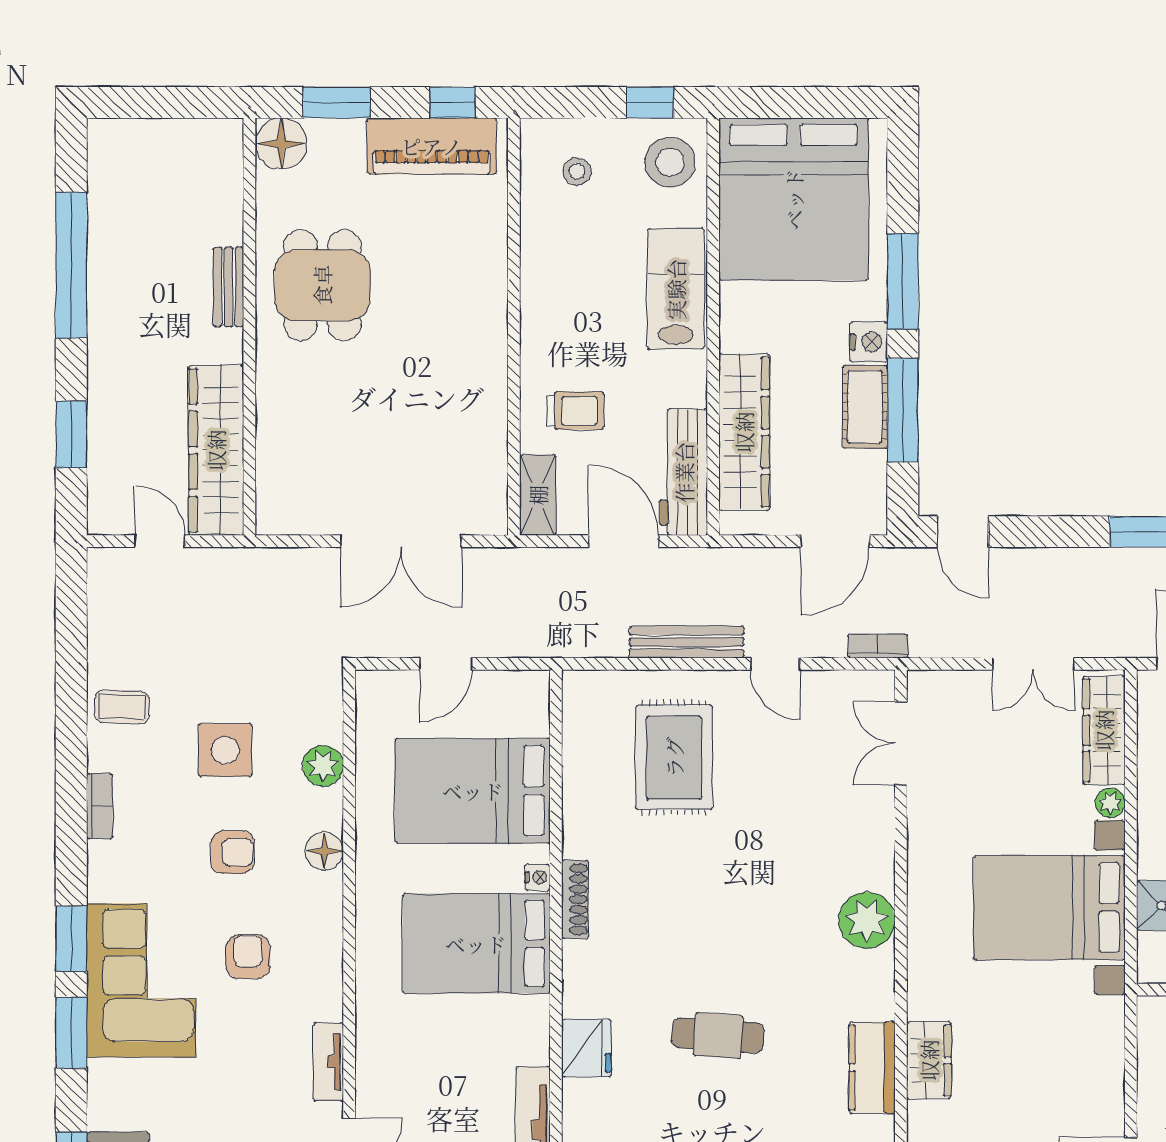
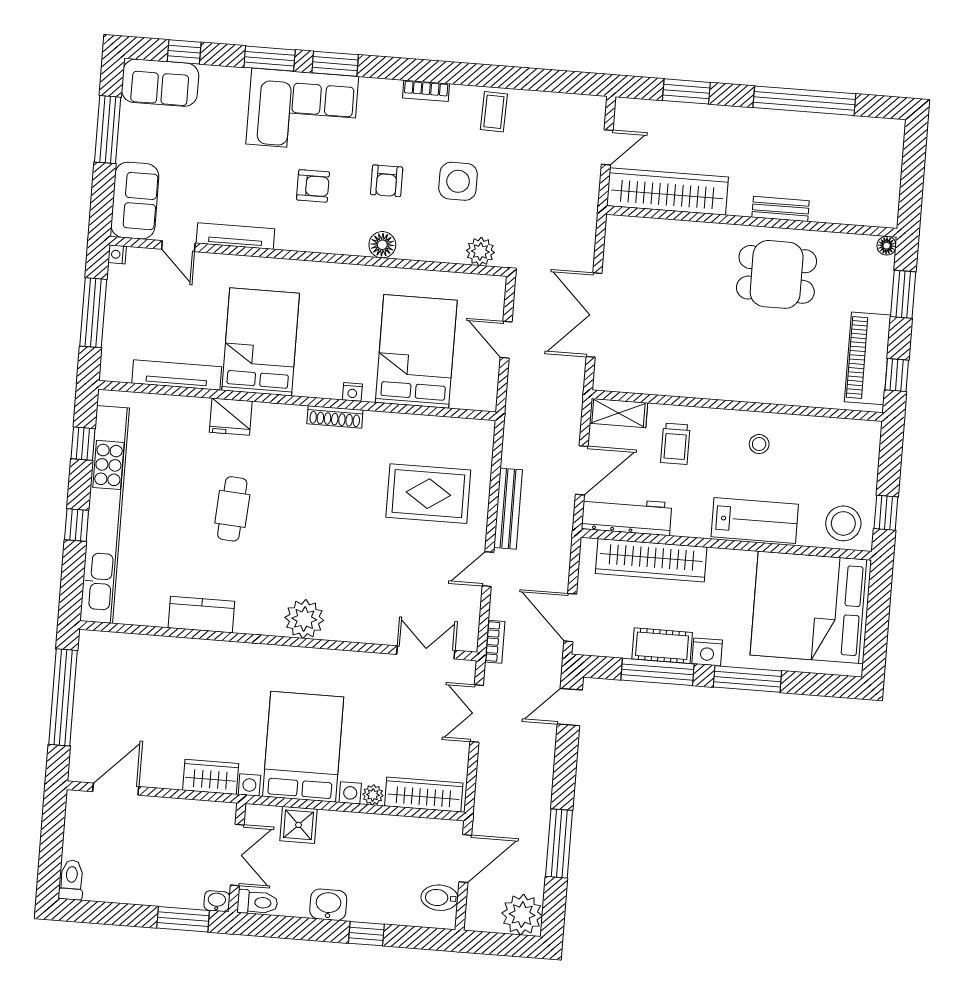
floor lamp: (281, 144) -> (887, 246), width x0.53, depth x0.53
stool: (577, 171) -> (759, 444), moved
double door: (1033, 664) -> (477, 713), moved
plant: (323, 766) -> (480, 252), moved
bed: (476, 944) -> (261, 342), moved
wardrobe: (929, 1060) -> (211, 777), moved, turned 180
tv unit: (328, 1062) -> (235, 236), width x1.41

